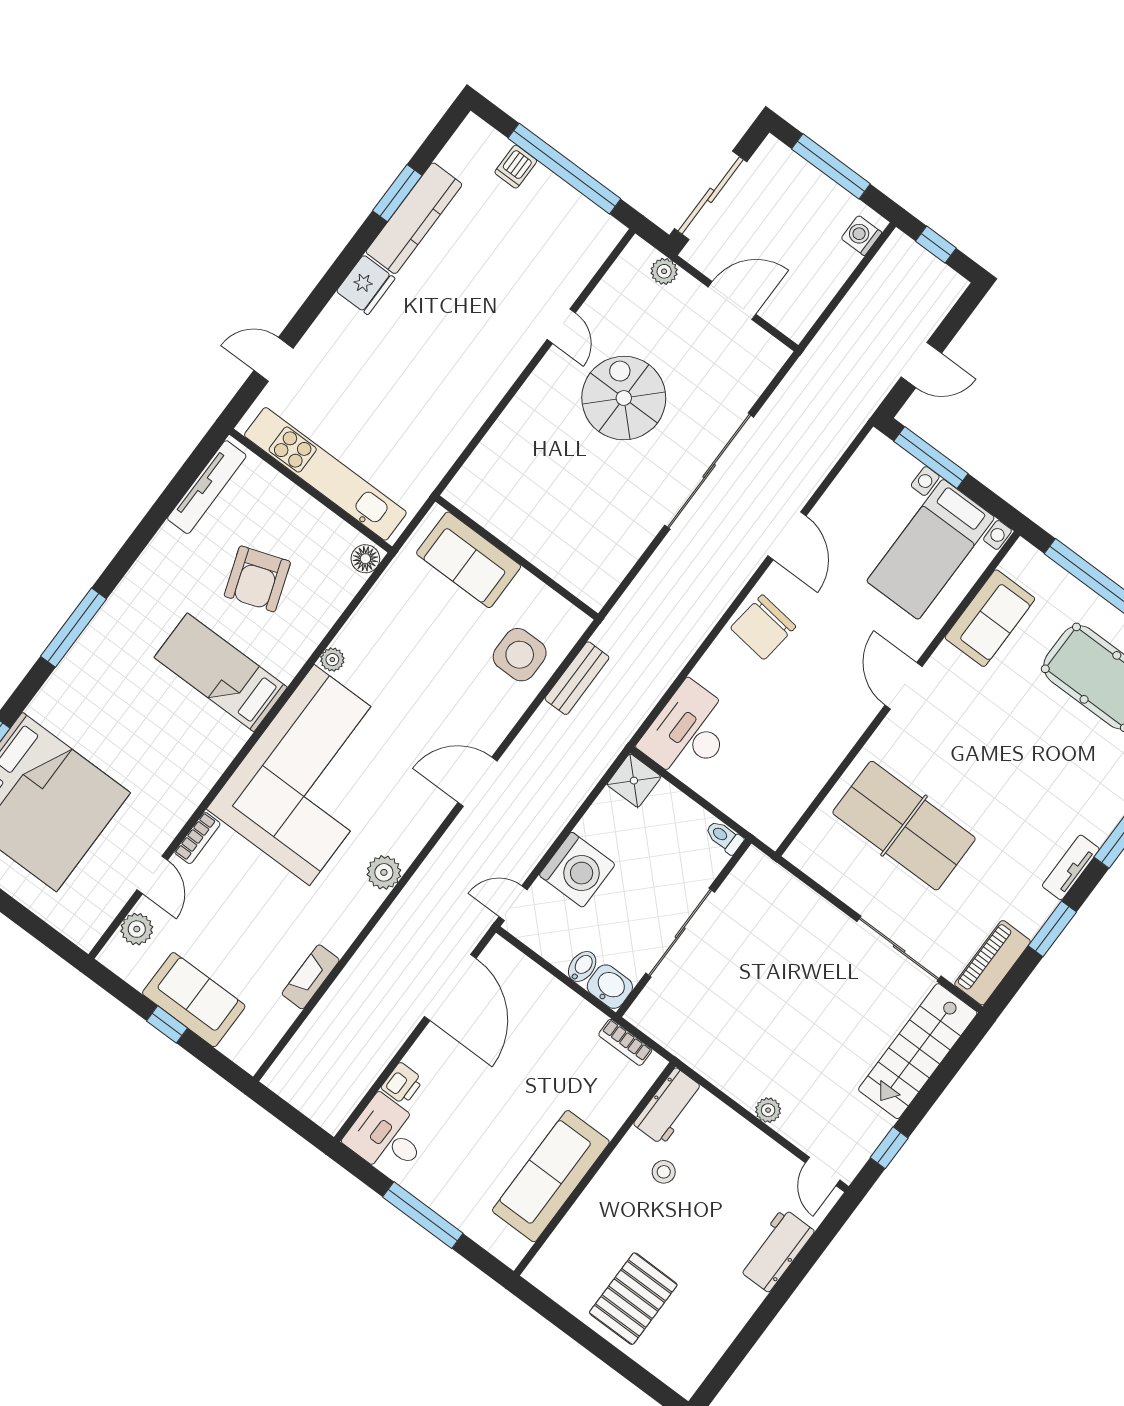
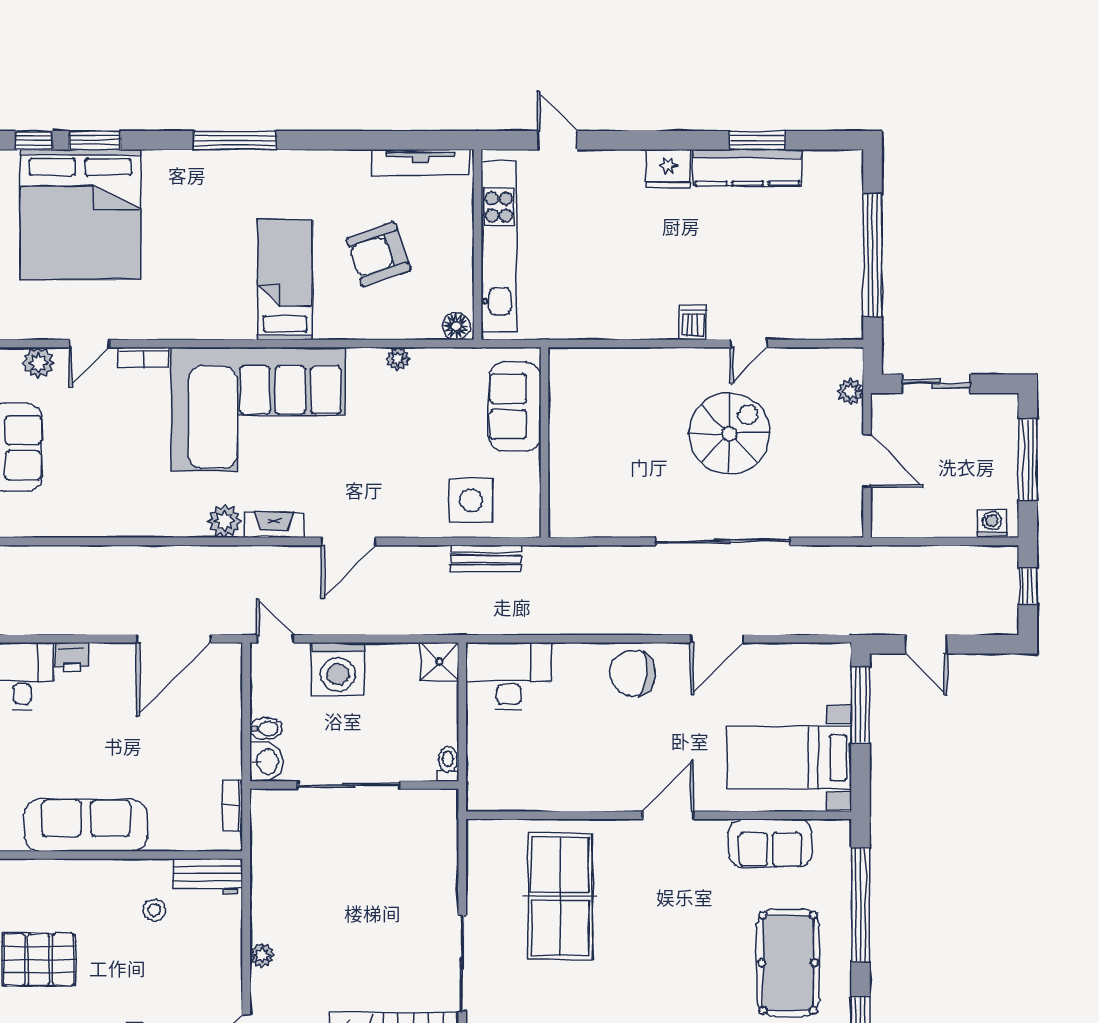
dishwasher: (516, 167) -> (693, 322), moved, turned 90
sliding door: (711, 195) -> (936, 384), width x0.73
plant: (332, 660) -> (398, 359), moved
door: (478, 782) -> (348, 541), swing flipped
fireplace: (311, 977) -> (274, 525), moved

